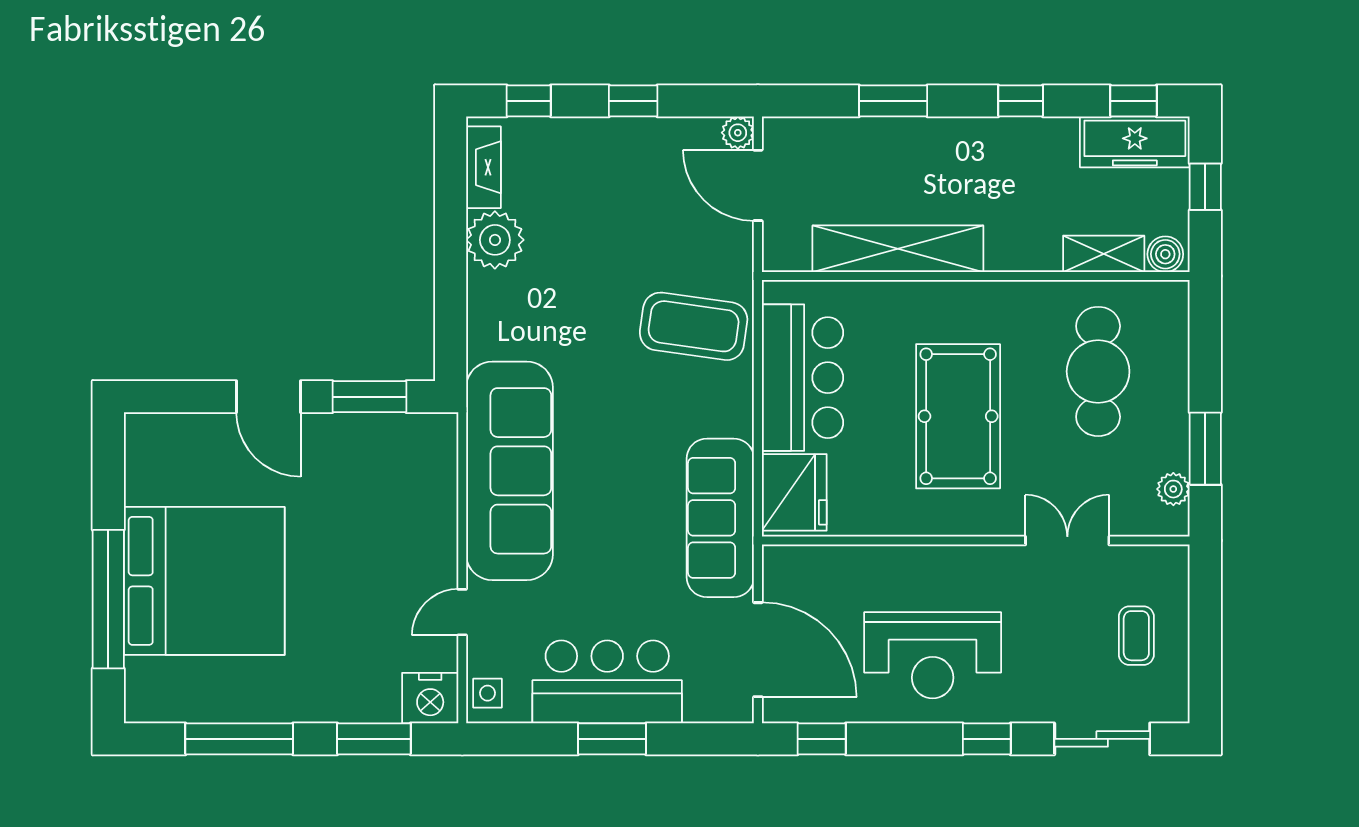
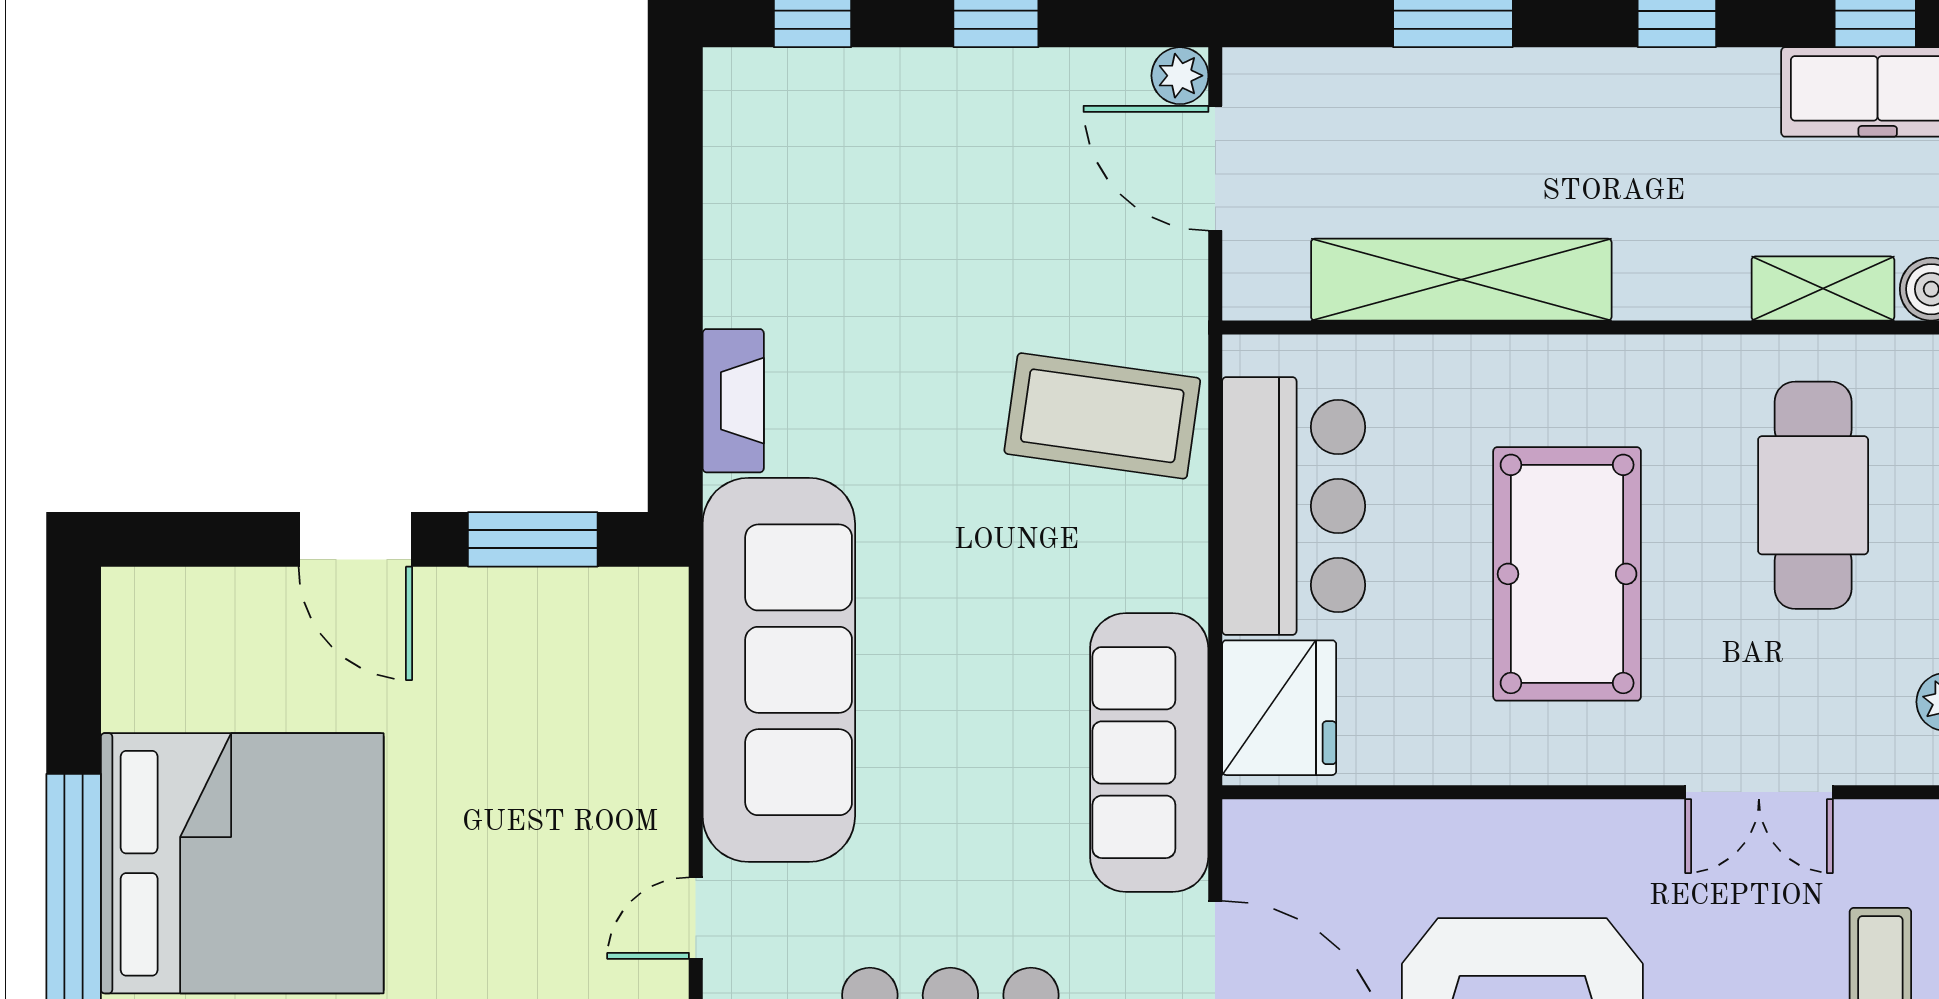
fireplace: (484, 167) -> (733, 401), moved
plant: (495, 240) -> (753, 264), removed
double door: (1067, 541) -> (1759, 792), swing flipped

